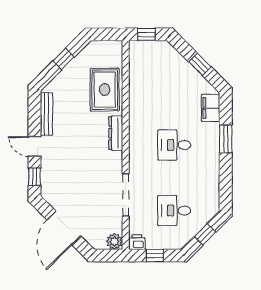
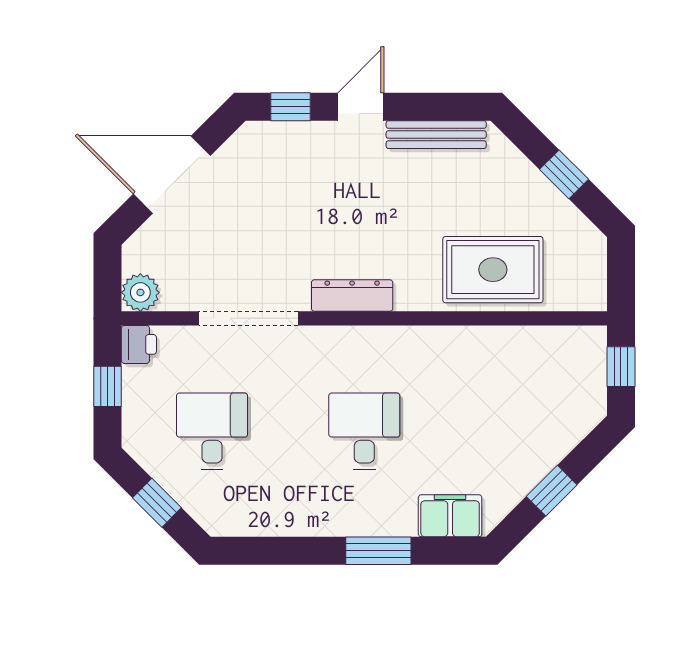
dresser: (116, 133) -> (352, 296), moved

